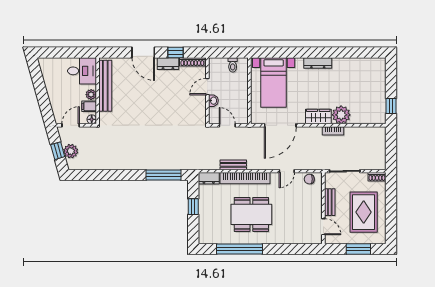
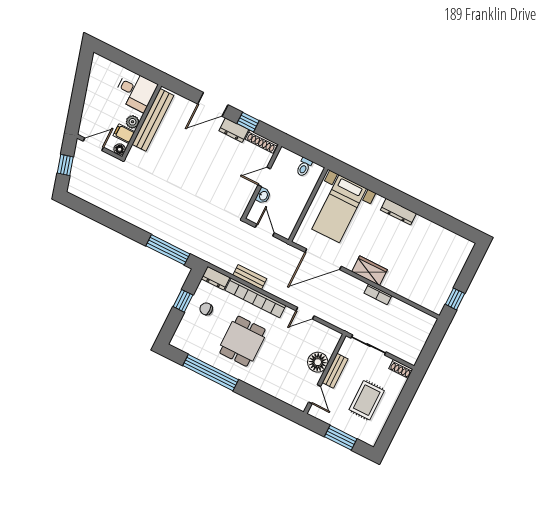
door: (143, 53) -> (213, 104), hinge flipped
plant: (341, 115) -> (396, 281), removed
plant: (71, 151) -> (79, 173), removed
chair: (309, 179) -> (206, 309), moved
floor lamp: (314, 202) -> (318, 362), added
rug: (364, 212) -> (367, 400), width x0.73, depth x0.70
dining table: (251, 214) -> (242, 341), width x0.73

